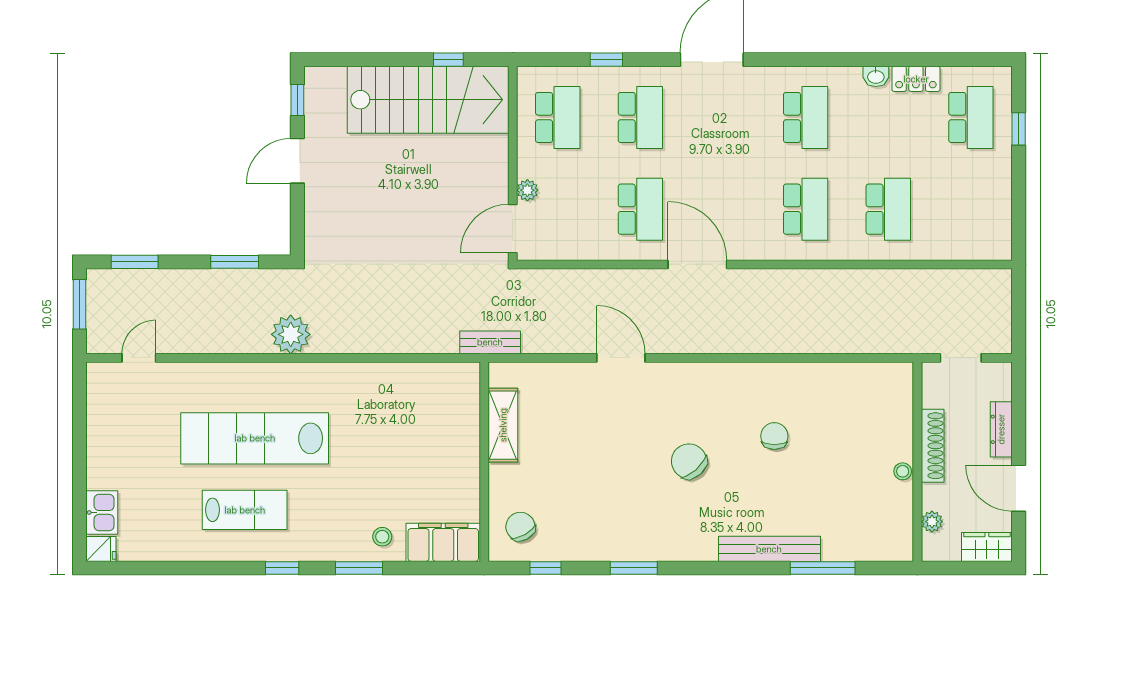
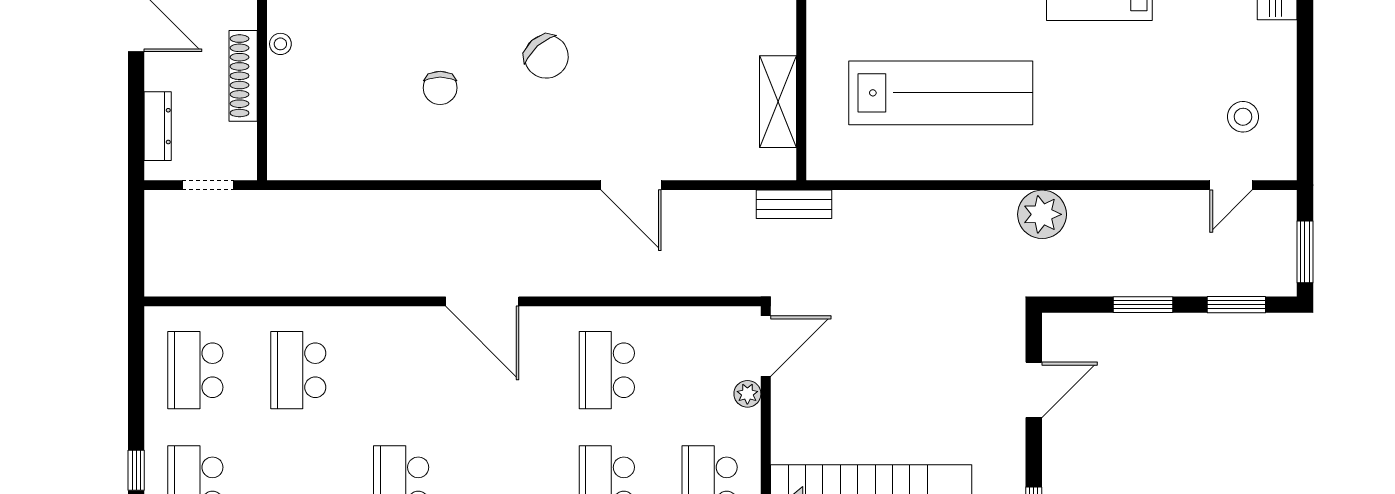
door: (297, 161) -> (1034, 390), moved
school desk: (806, 209) -> (195, 370), moved
window: (235, 262) -> (1143, 305), moved
door: (697, 264) -> (482, 301), moved
stool: (129, 413) -> (1243, 117), added
dresser: (1001, 429) -> (158, 126), moved
lab bench: (255, 438) -> (941, 93), moved

